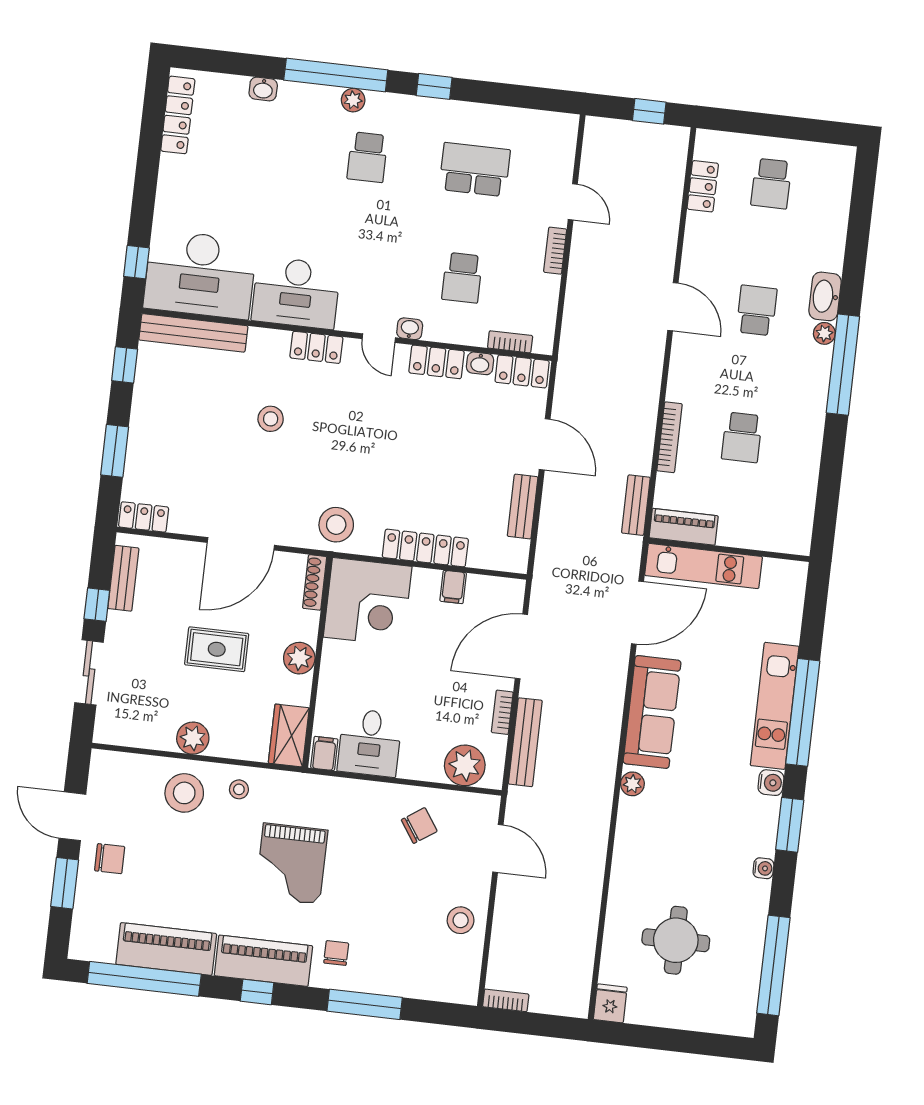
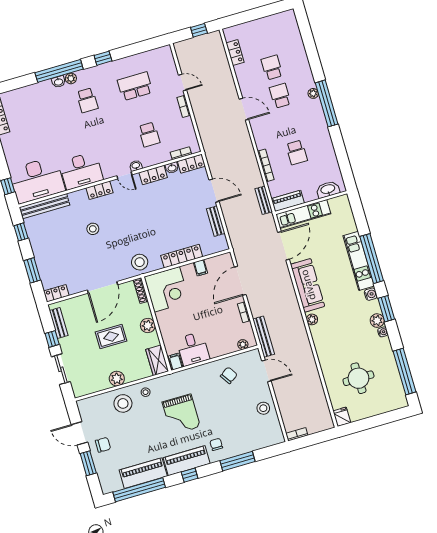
washbasin: (263, 89) -> (59, 82), moved
school desk: (771, 184) -> (272, 67), moved, turned 180
washbasin: (825, 296) -> (328, 189), moved, turned 90
bench: (525, 742) -> (264, 337), moved
plant: (465, 765) -> (243, 345), width x0.53, depth x0.53
plant: (762, 841) -> (377, 321), added

